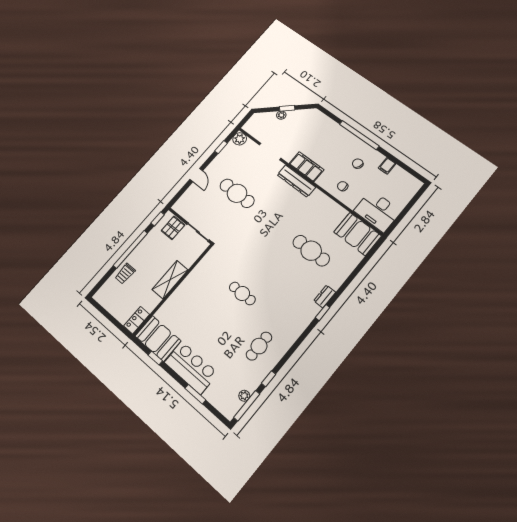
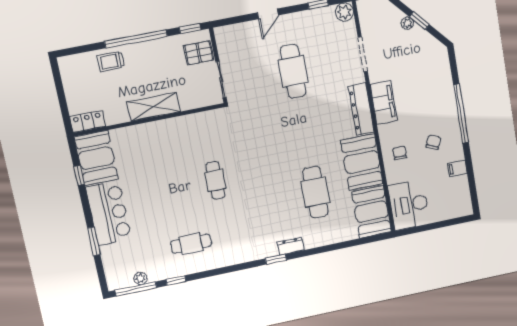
booth: (324, 210) -> (362, 162), added

